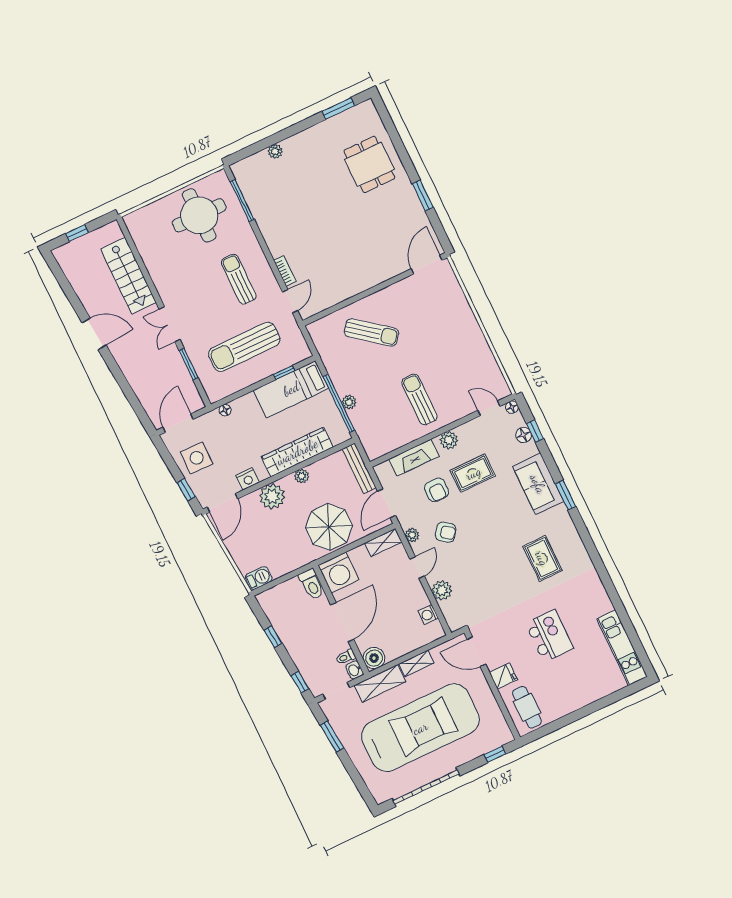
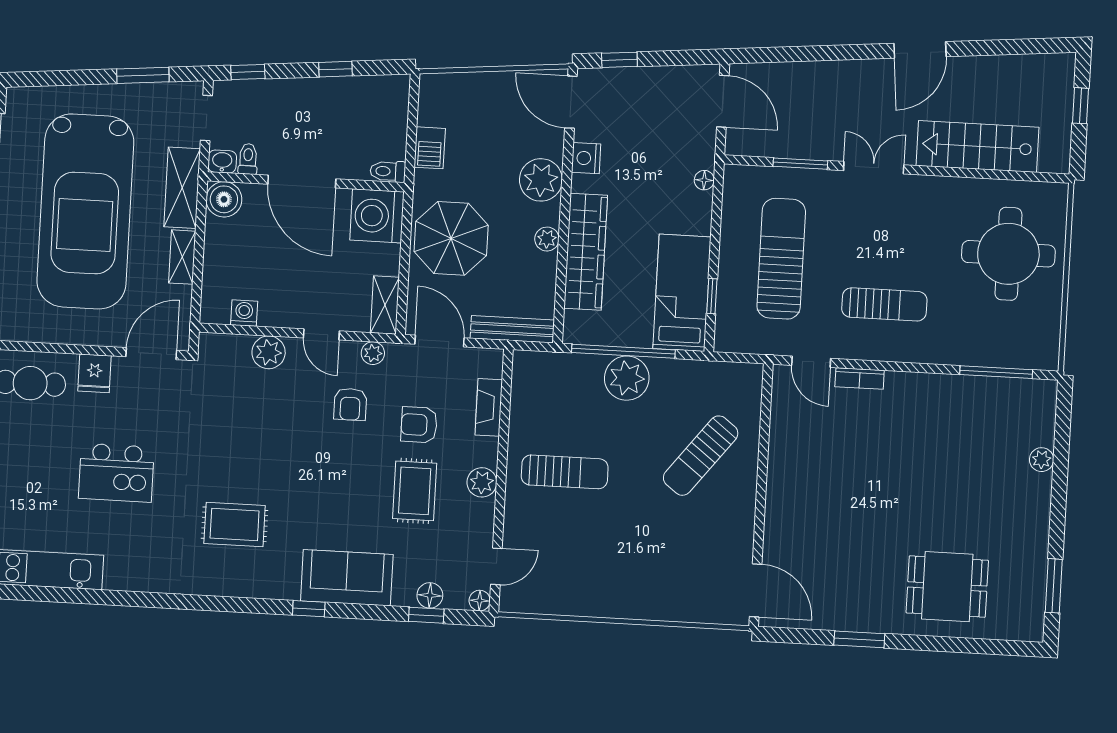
round table: (199, 215) -> (1008, 254), moved
plant: (349, 402) -> (627, 378), width x1.88, depth x1.88
side table: (197, 458) -> (657, 101), removed
fireplace: (414, 458) -> (489, 407), width x0.73, depth x0.76
window: (565, 495) -> (309, 609), width x0.67
armchair: (446, 532) -> (350, 404), turned -37
barbecue: (259, 578) -> (430, 148), moved
toilet: (311, 584) -> (388, 171), width x0.73, depth x0.72

